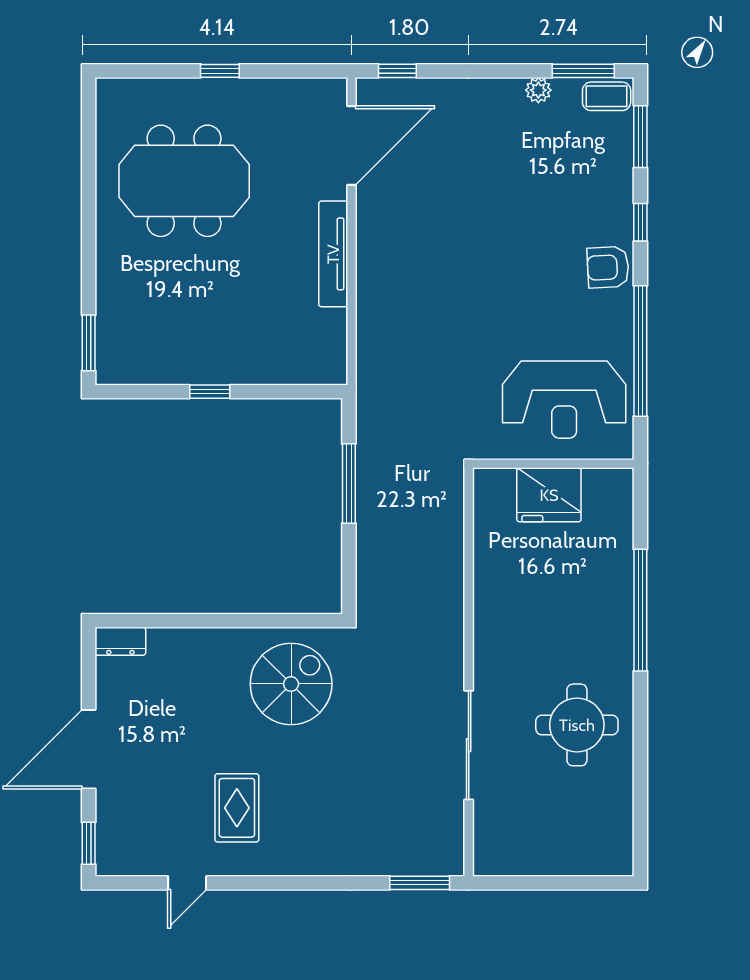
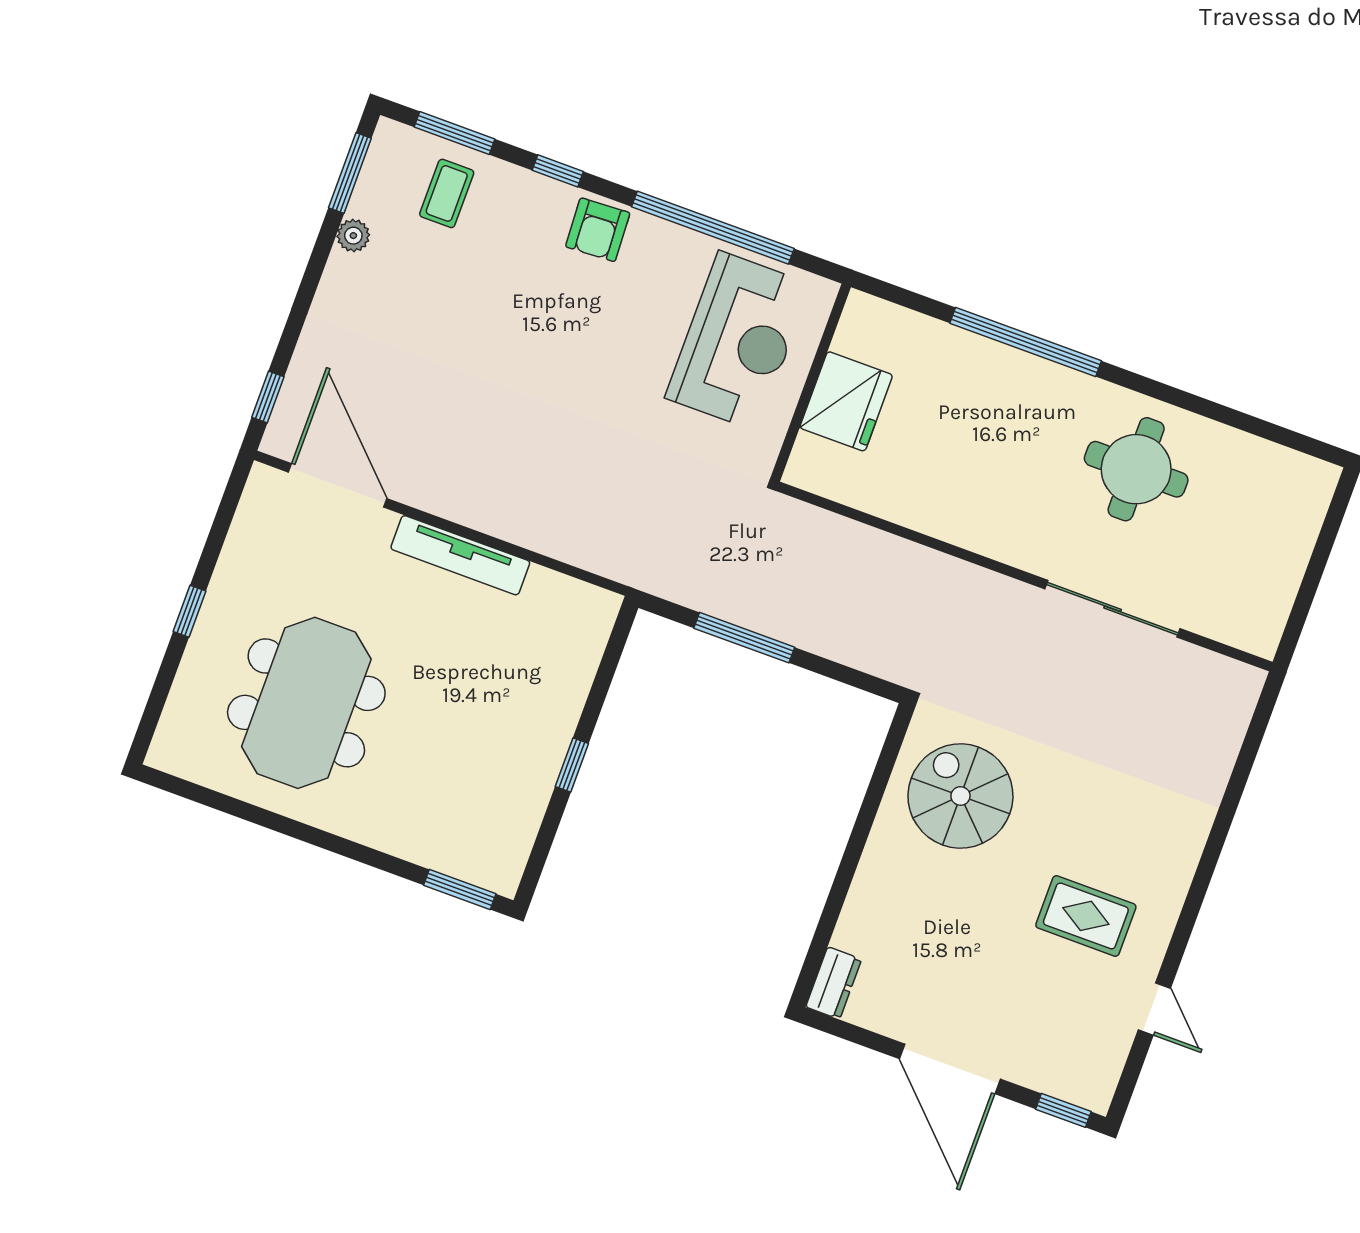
coffee table: (607, 96) -> (447, 193), moved
window: (420, 883) -> (1257, 729), removed

